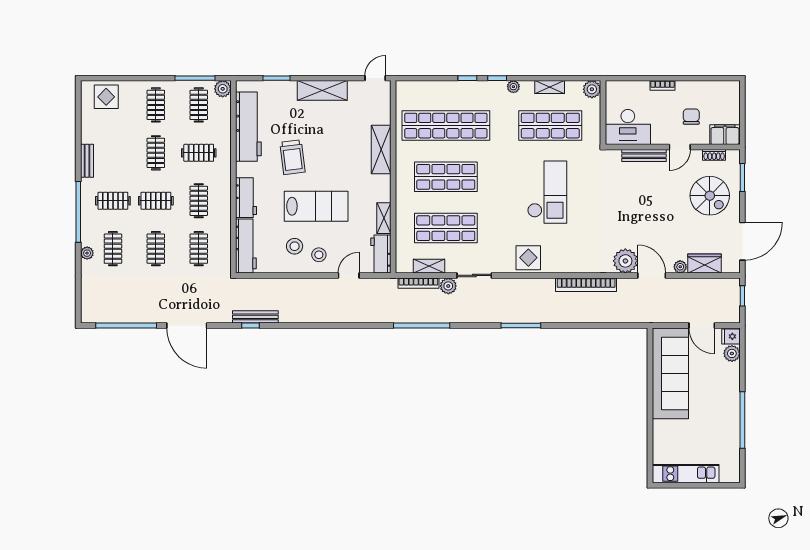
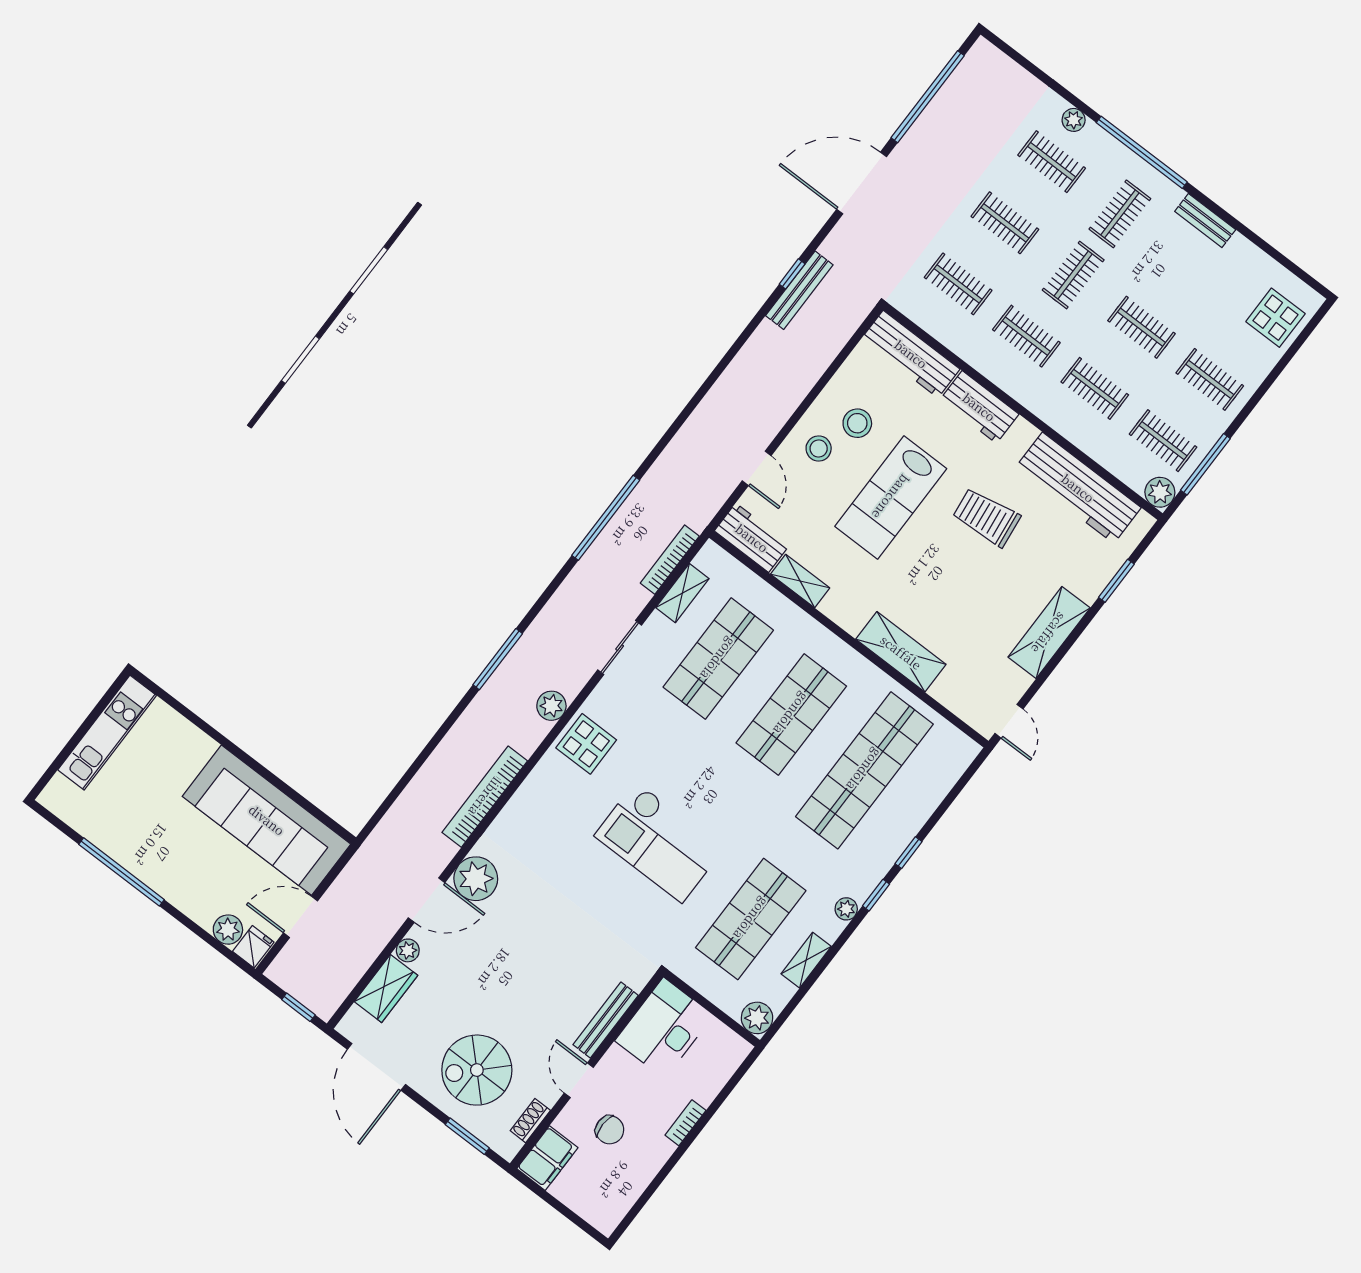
clothes rail: (199, 153) -> (1095, 388), turned 90
plant: (448, 286) -> (551, 706), moved

